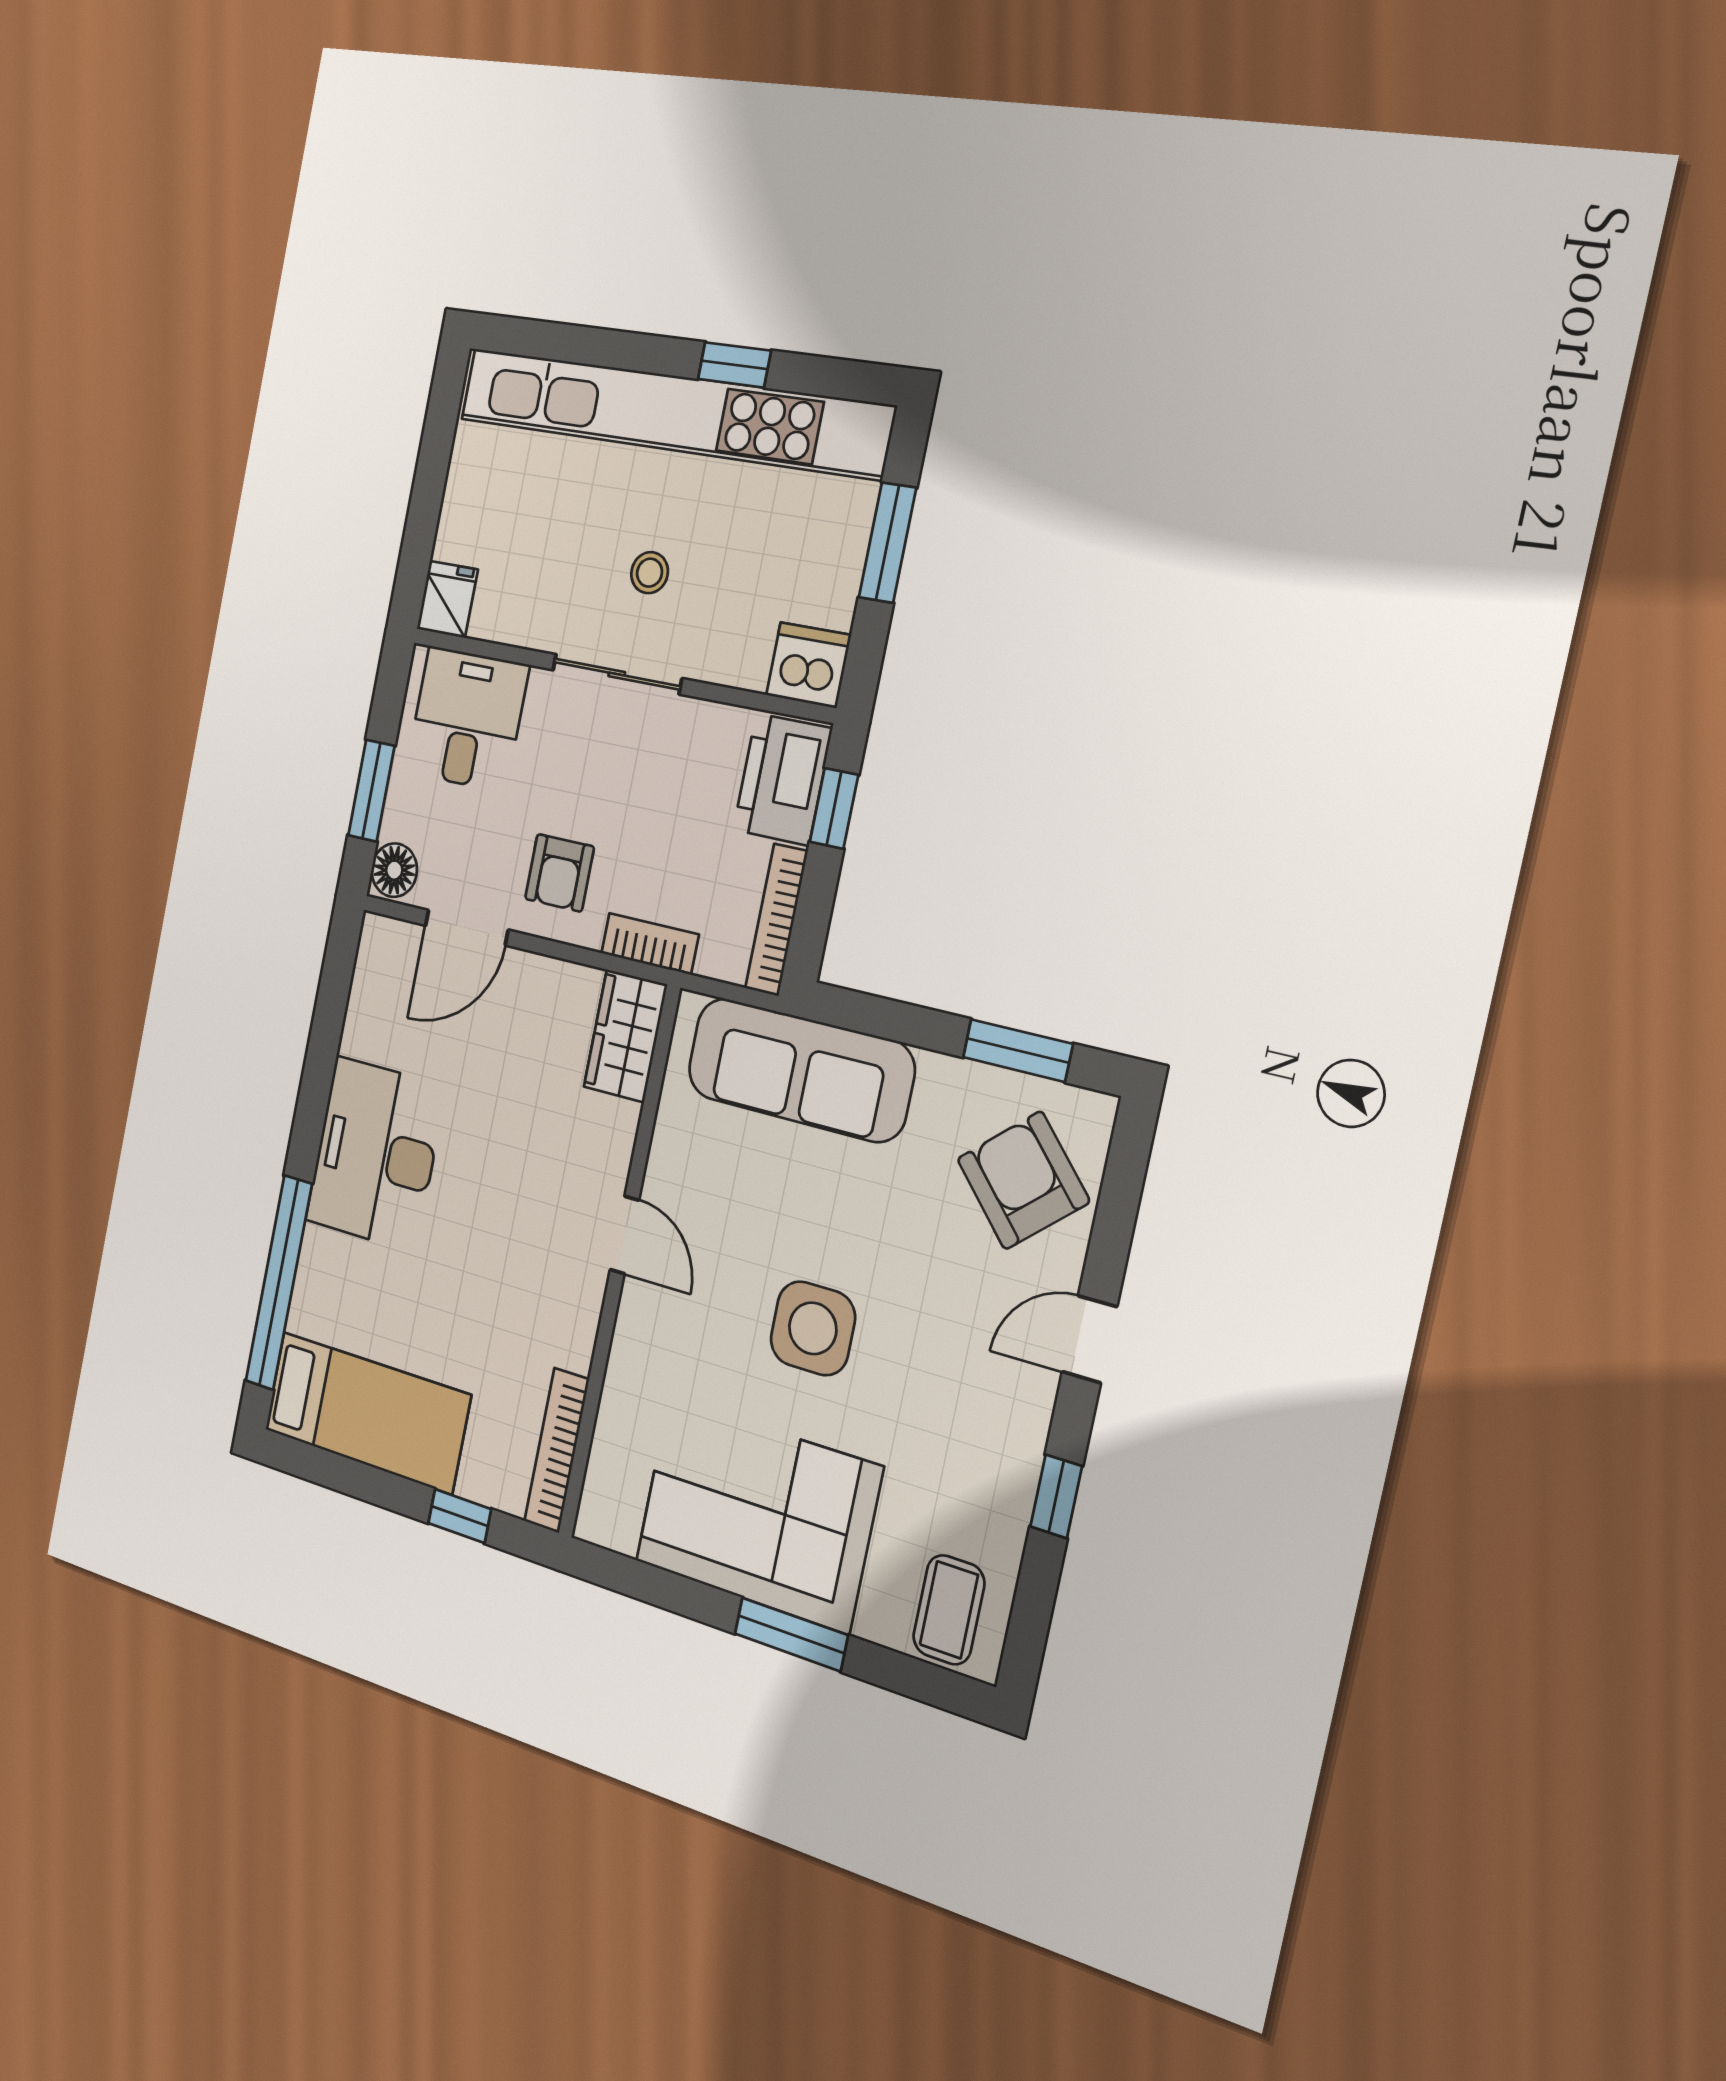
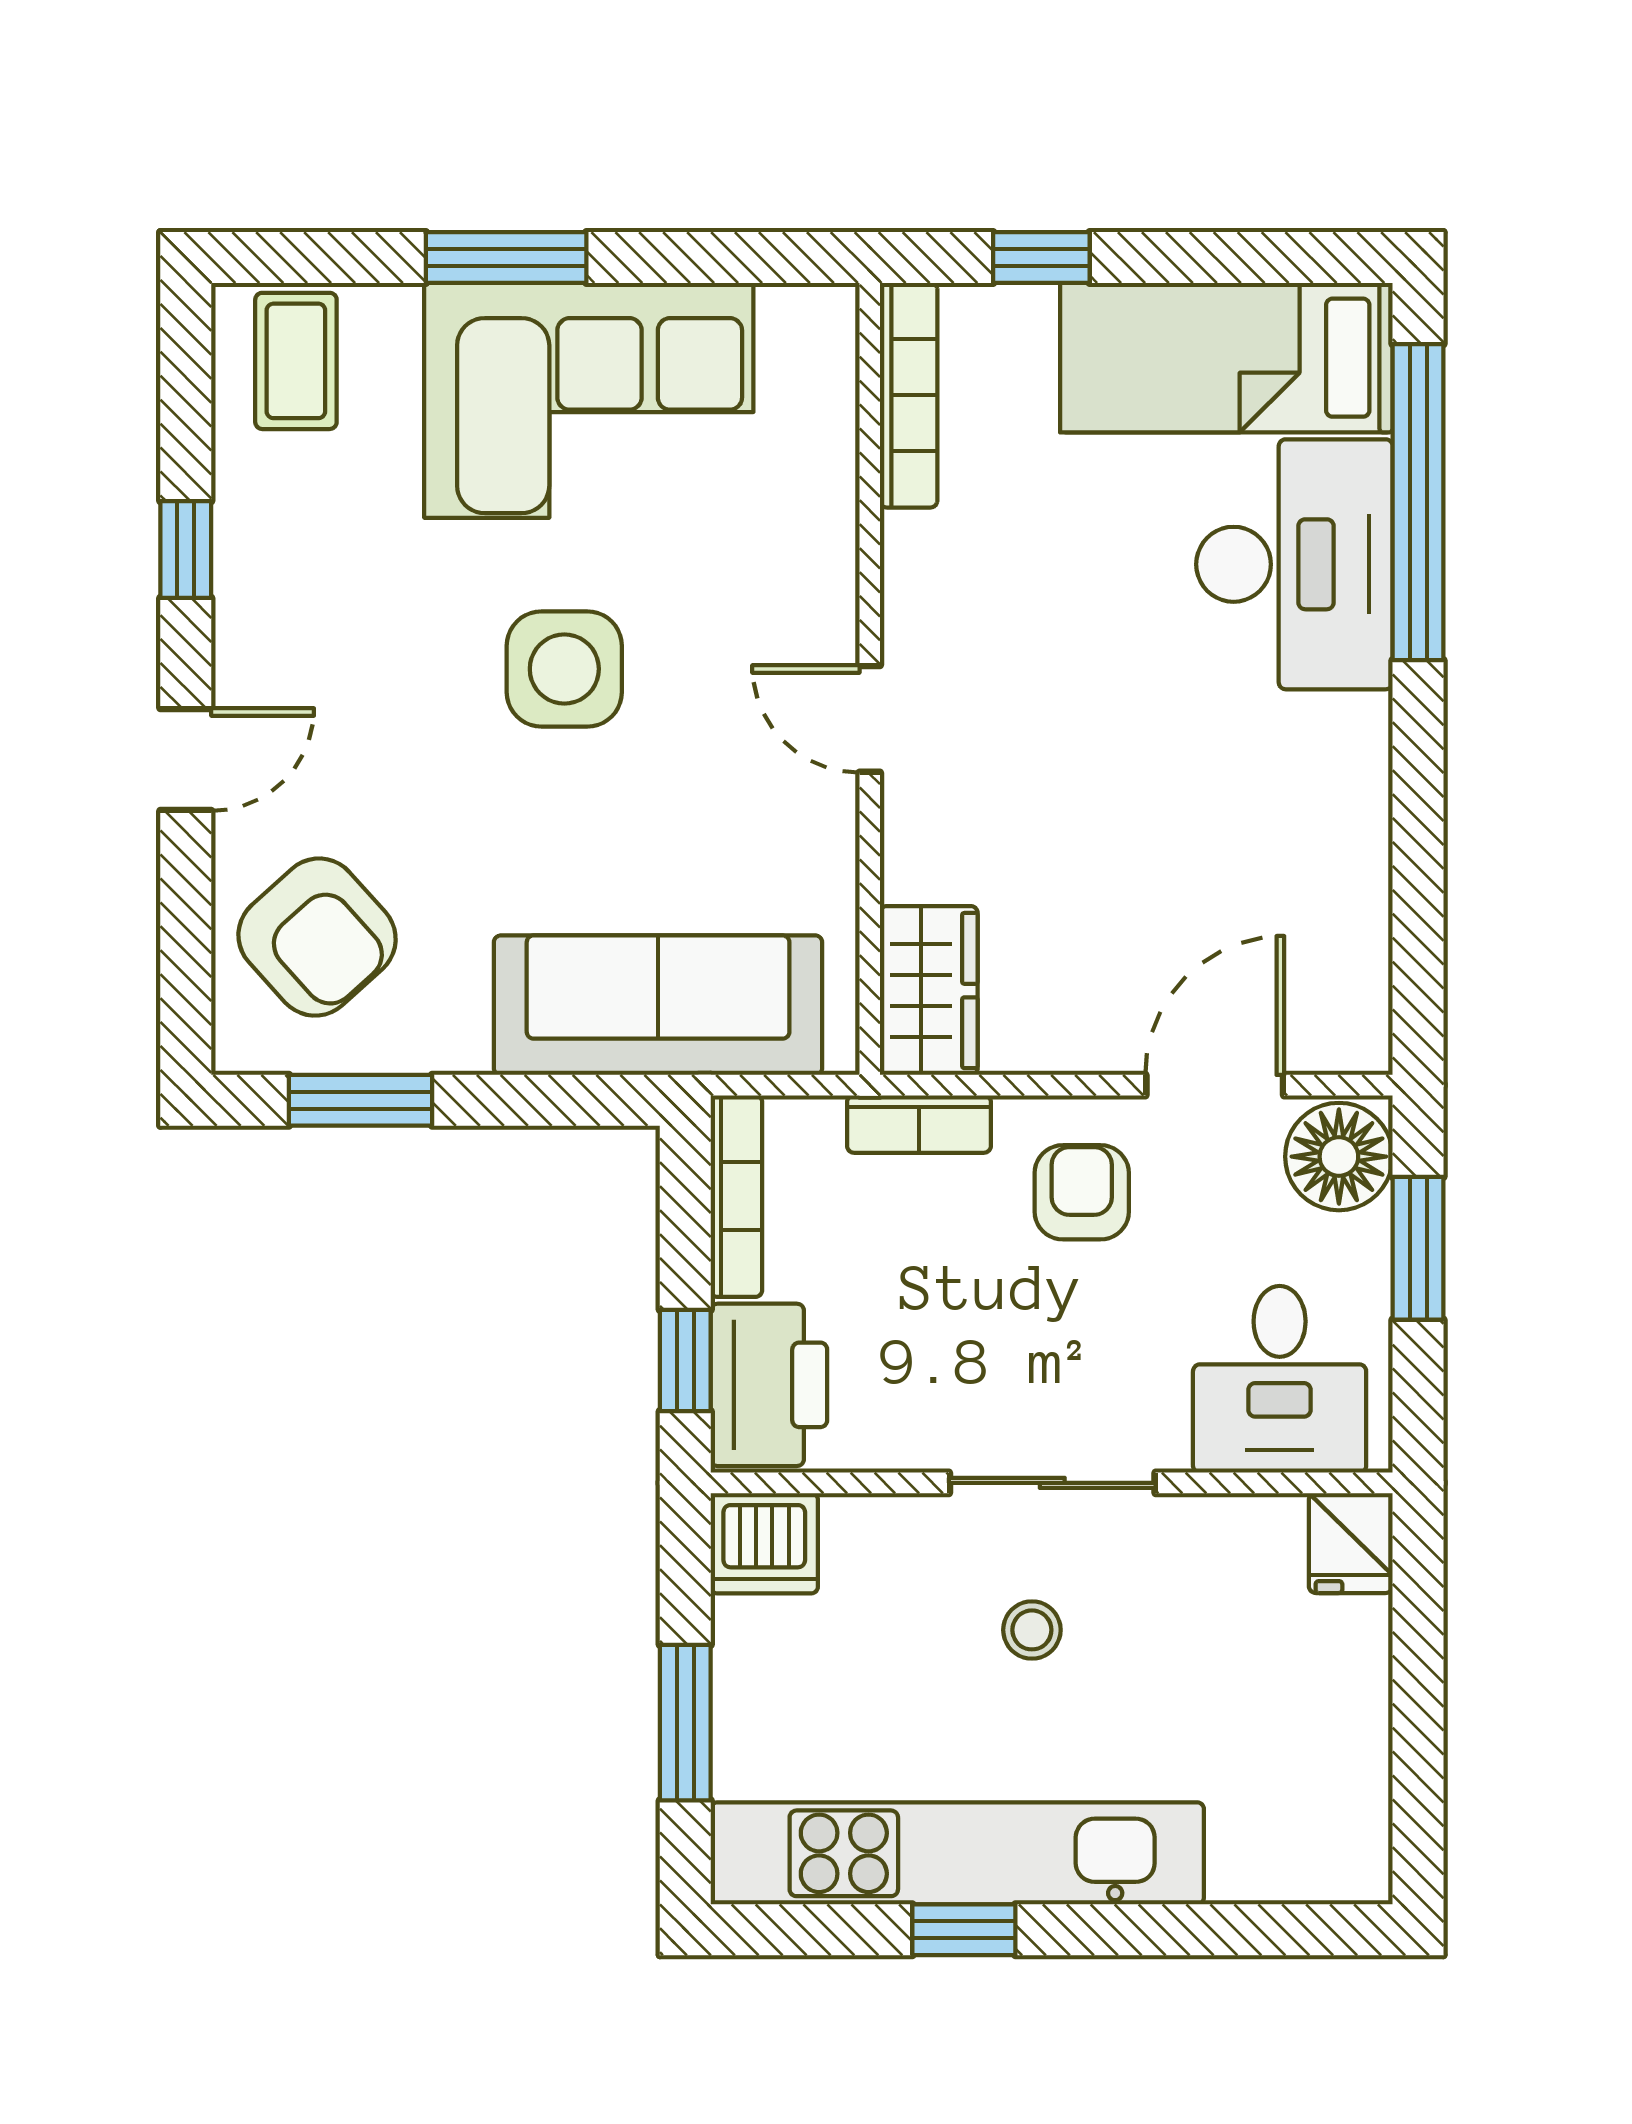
kitchen unit: (671, 412) -> (957, 1853), width x0.73
floor lamp: (394, 870) -> (1339, 1157), width x1.38, depth x1.38
desk: (375, 1154) -> (1294, 564), moved

